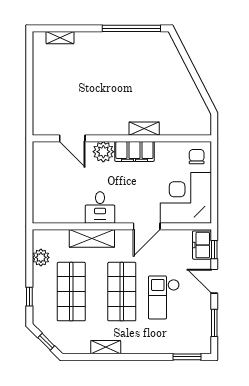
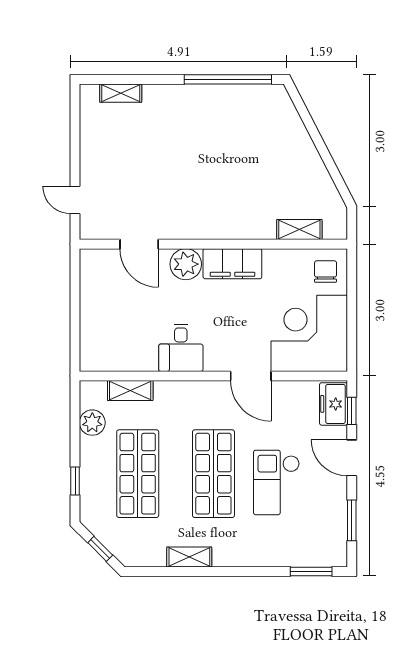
door: (29, 109) -> (75, 200), added
shelving: (144, 129) -> (299, 230), moved
door: (147, 226) -> (251, 376), hinge flipped
shelving: (92, 238) -> (130, 390), moved, width x0.67, depth x0.75

